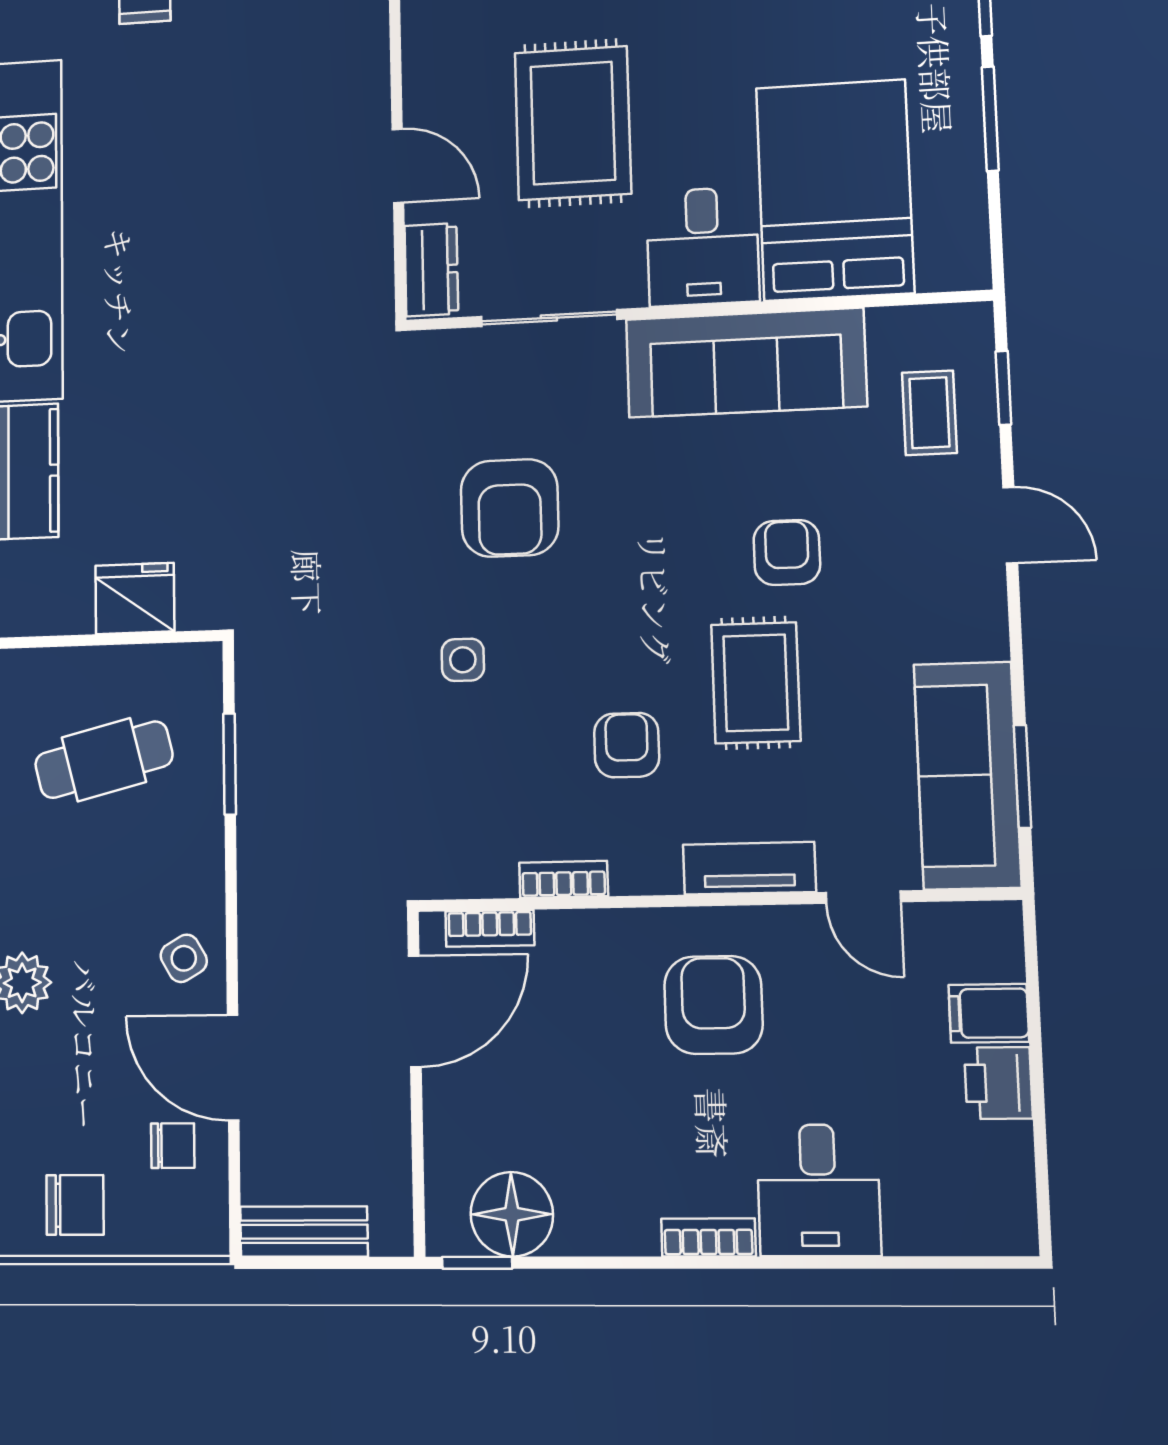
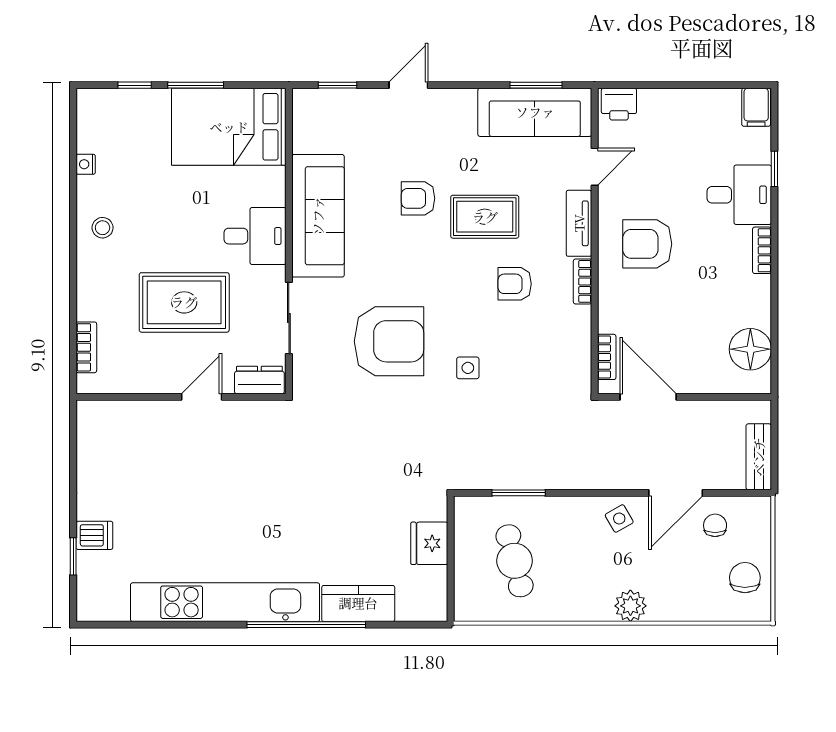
bed: (835, 190) -> (229, 127), moved
coffee table: (929, 413) -> (349, 123), removed
armchair: (510, 508) -> (389, 341), width x1.36, depth x1.36
bookcase: (564, 879) -> (583, 281), moved
filing cabinet: (989, 1013) -> (756, 107), moved
printer: (998, 1083) -> (619, 104), moved
window: (477, 1263) -> (774, 169), moved

